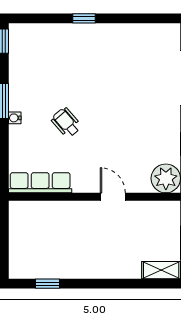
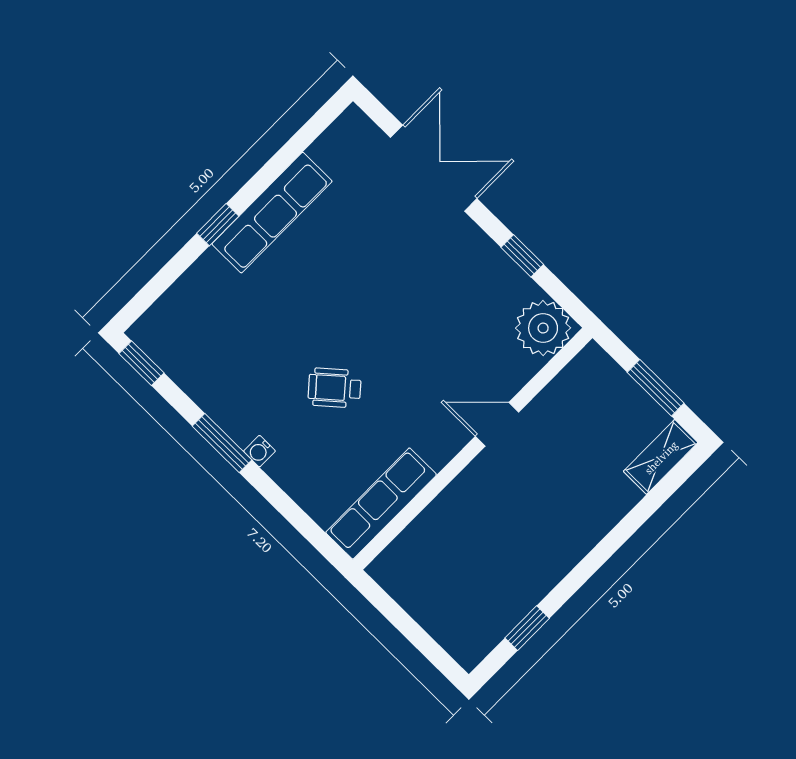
row of seats: (109, 34) -> (272, 213), added

